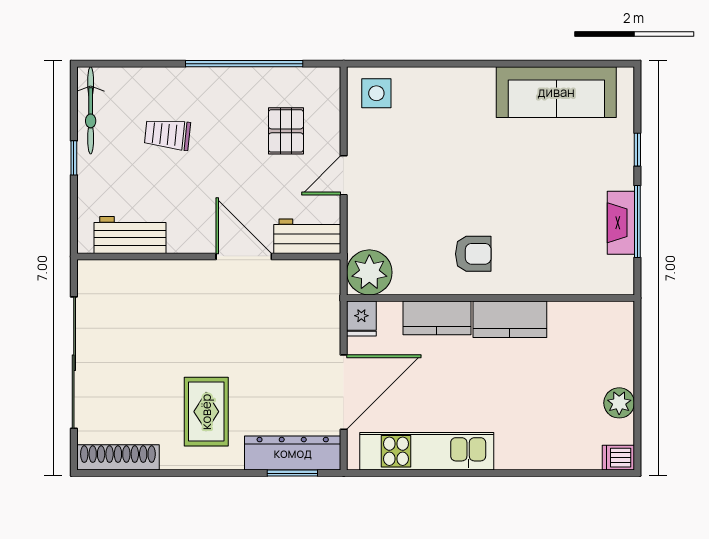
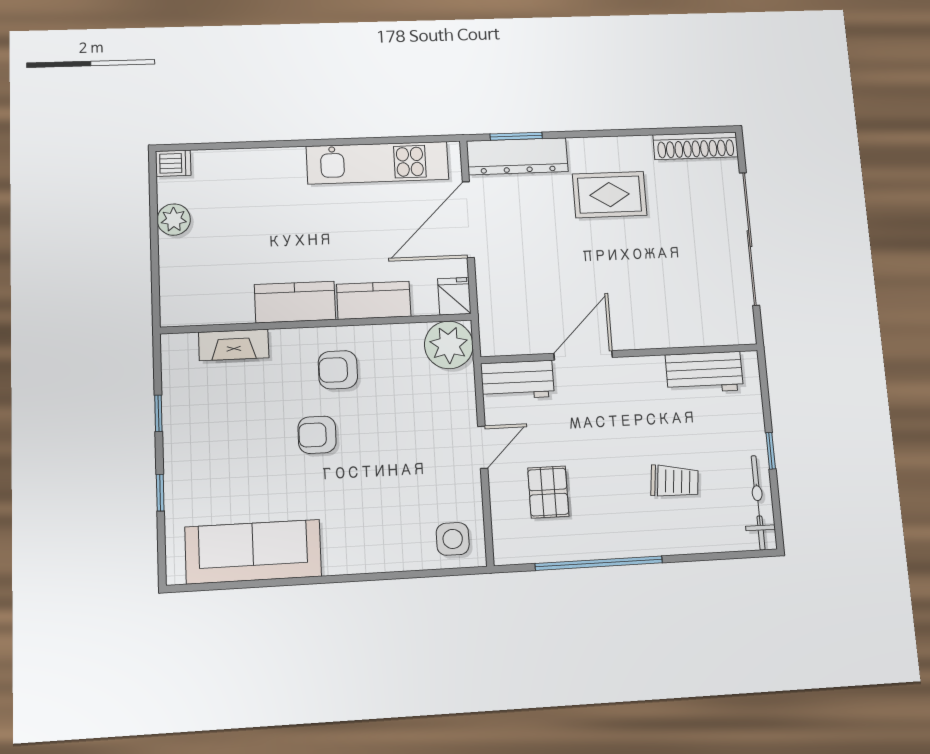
armchair: (495, 195) -> (317, 435), added
window: (637, 222) -> (158, 413), width x0.46
fireplace: (621, 223) -> (234, 345), moved, turned 90
door: (244, 256) -> (583, 355), swing flipped
rug: (206, 412) -> (610, 195), turned 90

